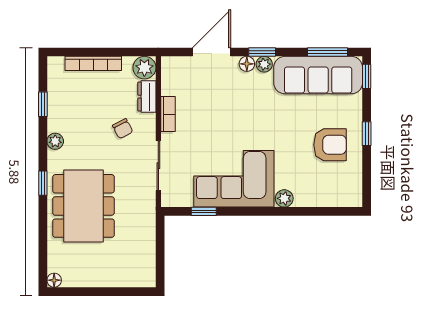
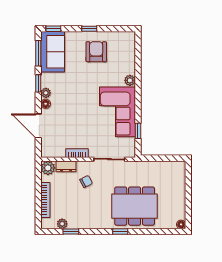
window: (262, 52) -> (38, 83), moved
sofa: (318, 75) -> (53, 52), width x0.73
plant: (55, 141) -> (62, 224), moved

